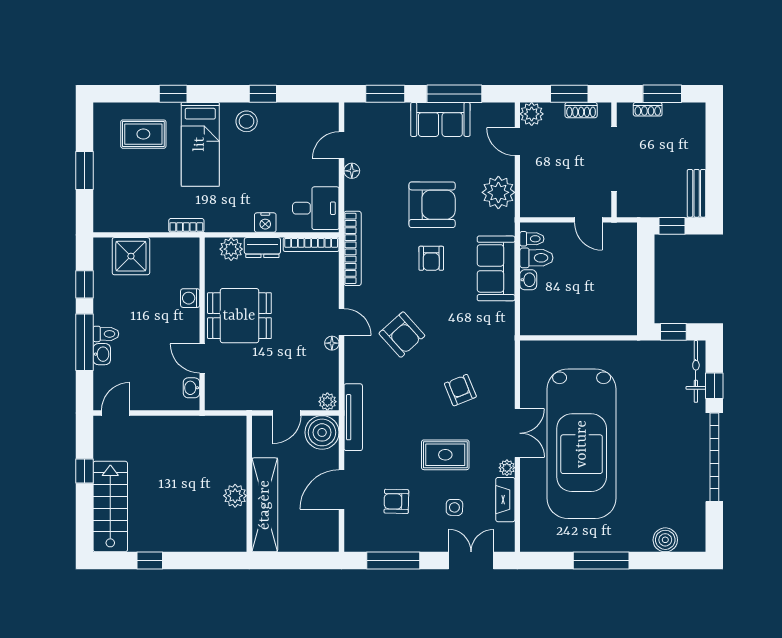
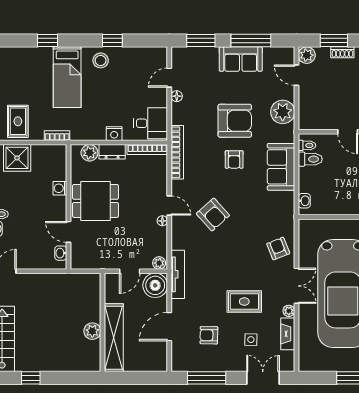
rug: (143, 134) -> (18, 121), moved, turned 90
washbasin: (528, 280) -> (304, 201), moved
armchair: (460, 390) -> (278, 249), moved

